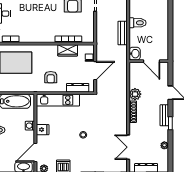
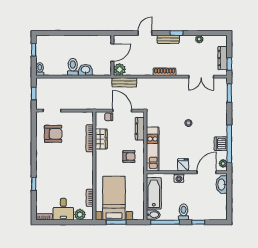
bench: (123, 33) -> (124, 82), moved
washbasin: (135, 54) -> (86, 70), moved
plant: (135, 94) -> (120, 69), moved
door: (35, 152) -> (207, 172), swing flipped

